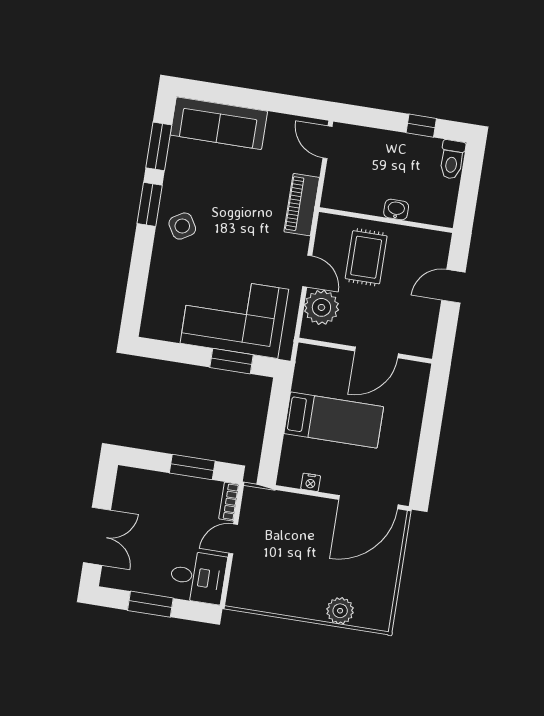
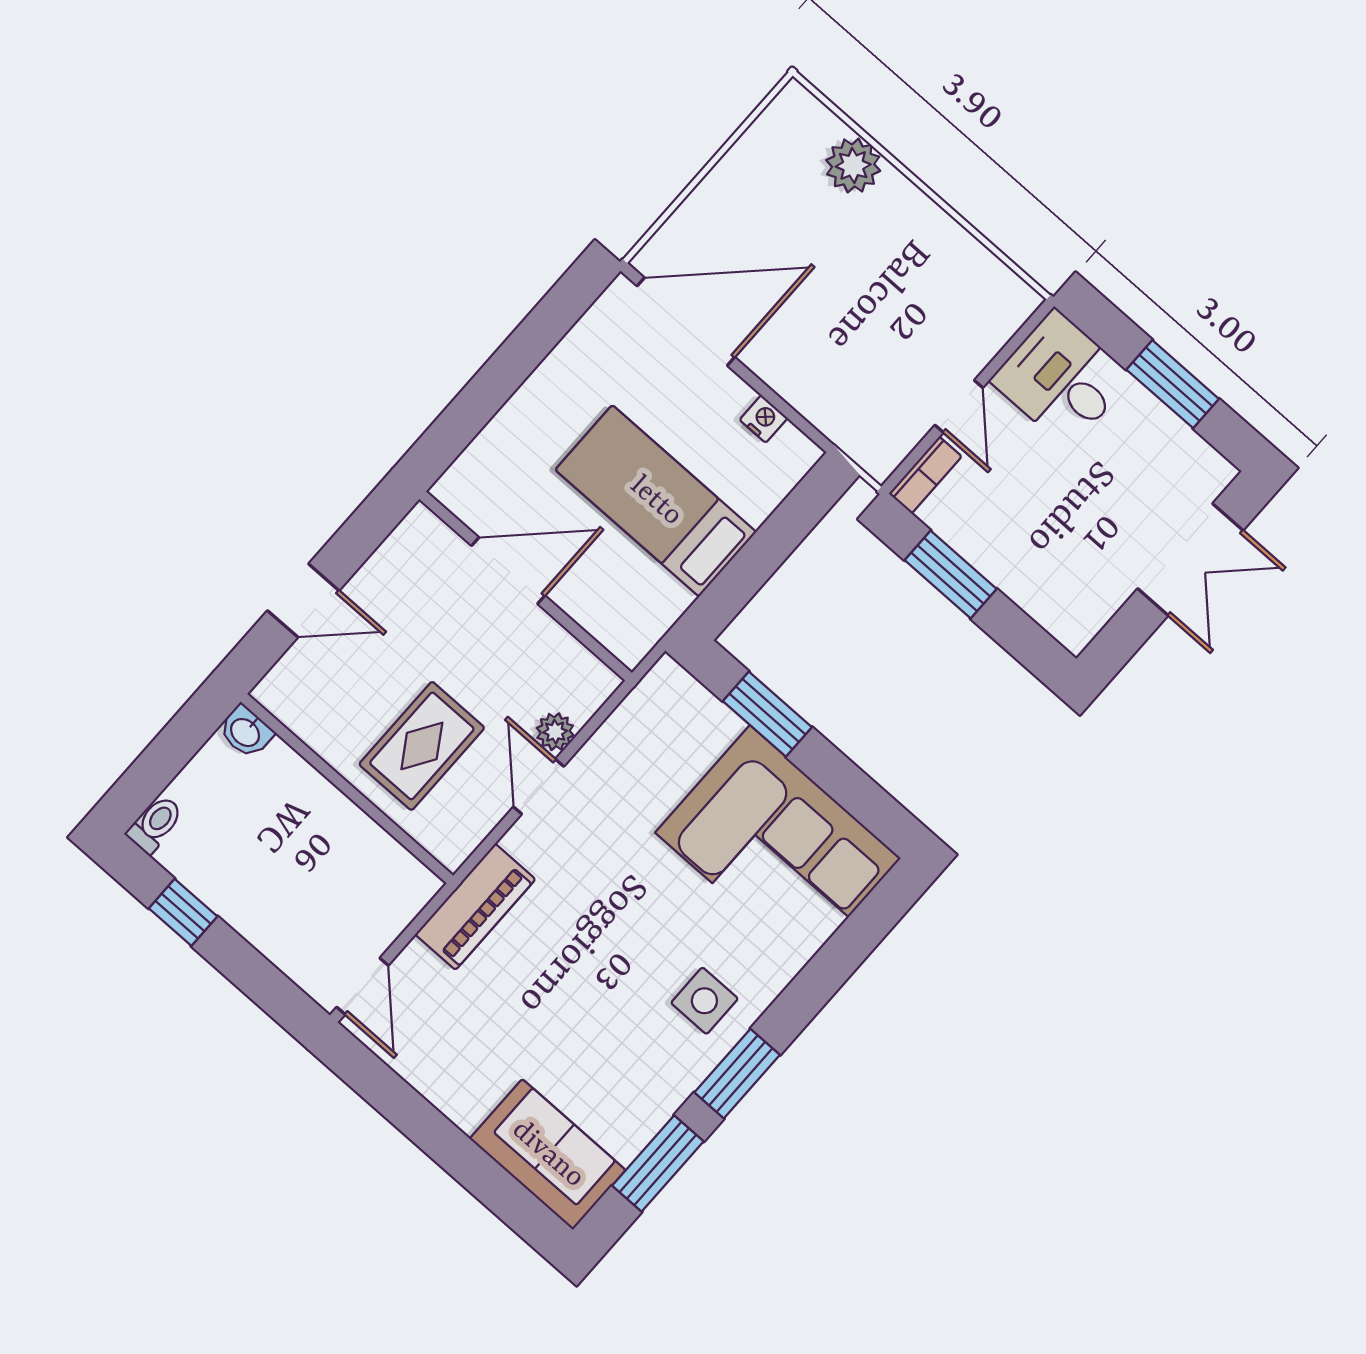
sofa: (219, 123) -> (548, 1154), width x0.73
toilet: (452, 160) -> (155, 824), width x0.73, depth x0.72
washbasin: (396, 210) -> (246, 732), moved
side table: (182, 226) -> (704, 1001), turned 31
plant: (321, 307) -> (555, 732), width x0.53, depth x0.53
corner sofa: (234, 316) -> (778, 845), moved
double door: (97, 536) -> (1190, 560), swing flipped
door: (233, 539) -> (959, 406), hinge flipped

